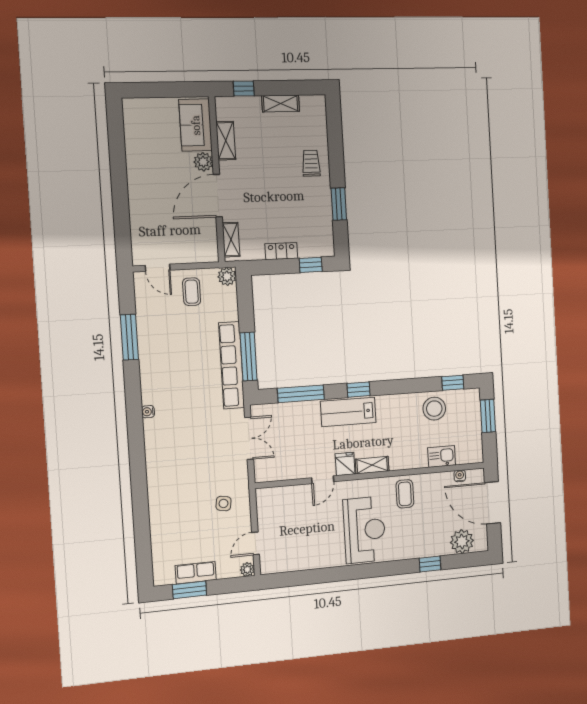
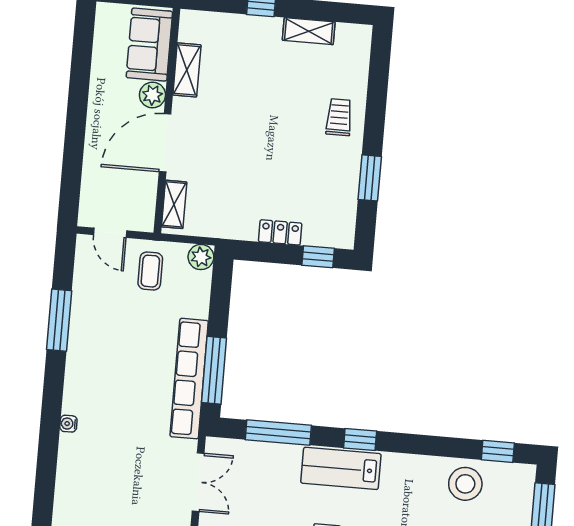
sofa: (196, 125) -> (149, 45), moved
shelving: (226, 141) -> (187, 70), moved
plant: (203, 162) -> (152, 95), moved
wall: (217, 179) -> (167, 121), moved
door: (218, 196) -> (165, 143), moved
shelving: (231, 240) -> (174, 204), moved

